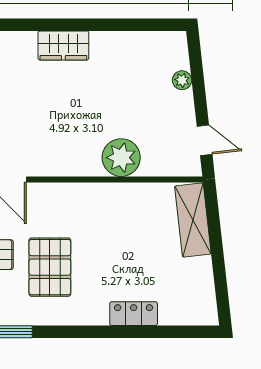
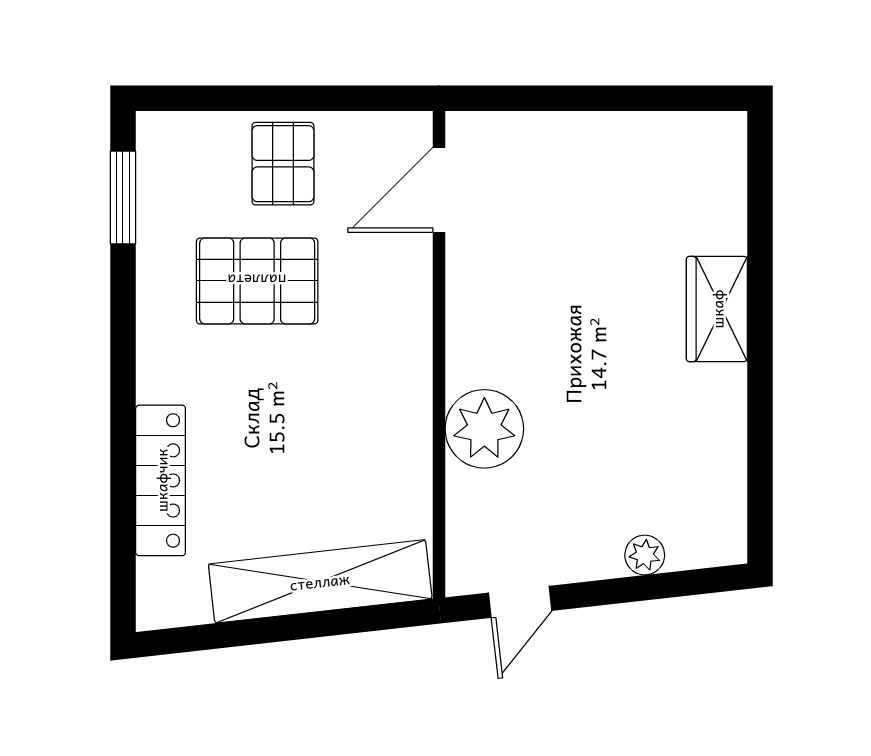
shelving: (193, 220) -> (320, 581), width x1.47
locker: (134, 314) -> (161, 480), width x1.53

